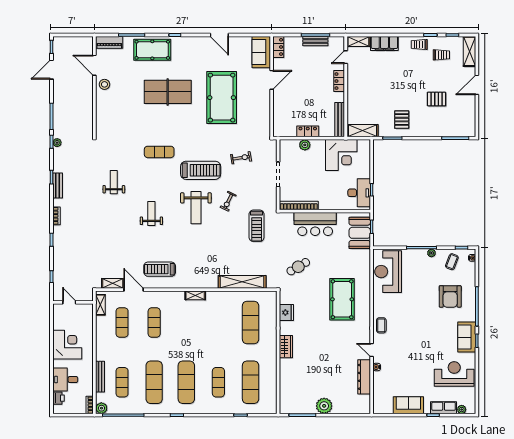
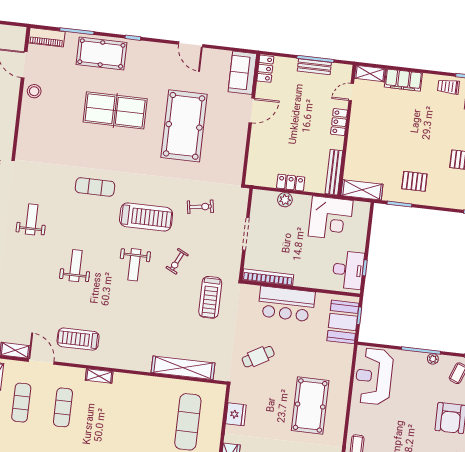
pallet: (402, 120) -> (414, 181), turned 90
weight bench: (196, 208) -> (134, 265), width x0.73, depth x0.75
shelving: (195, 295) -> (99, 376), moved

